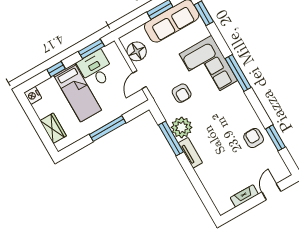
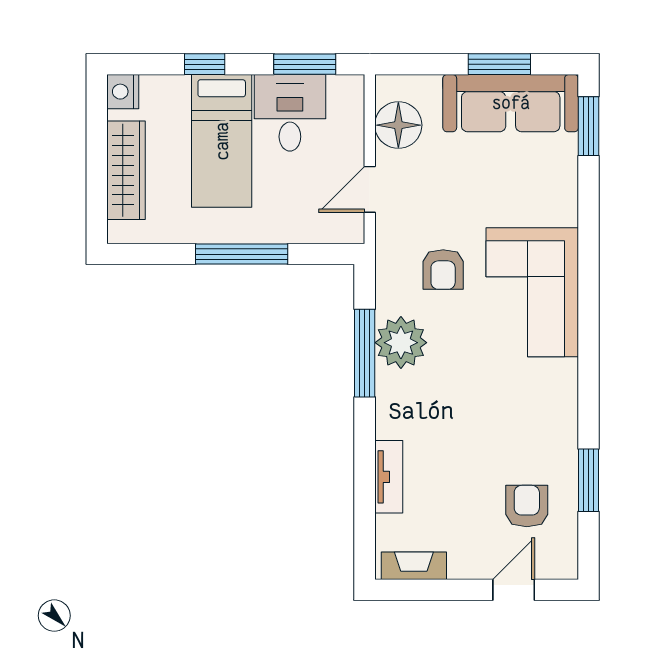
corner sofa: (208, 67) -> (532, 292), moved
window: (238, 73) -> (589, 296), removed
wardrobe: (53, 128) -> (126, 170), width x1.50
armchair: (254, 138) -> (527, 506), moved
tv unit: (190, 153) -> (389, 477), moved
fireplace: (244, 196) -> (414, 566), moved

